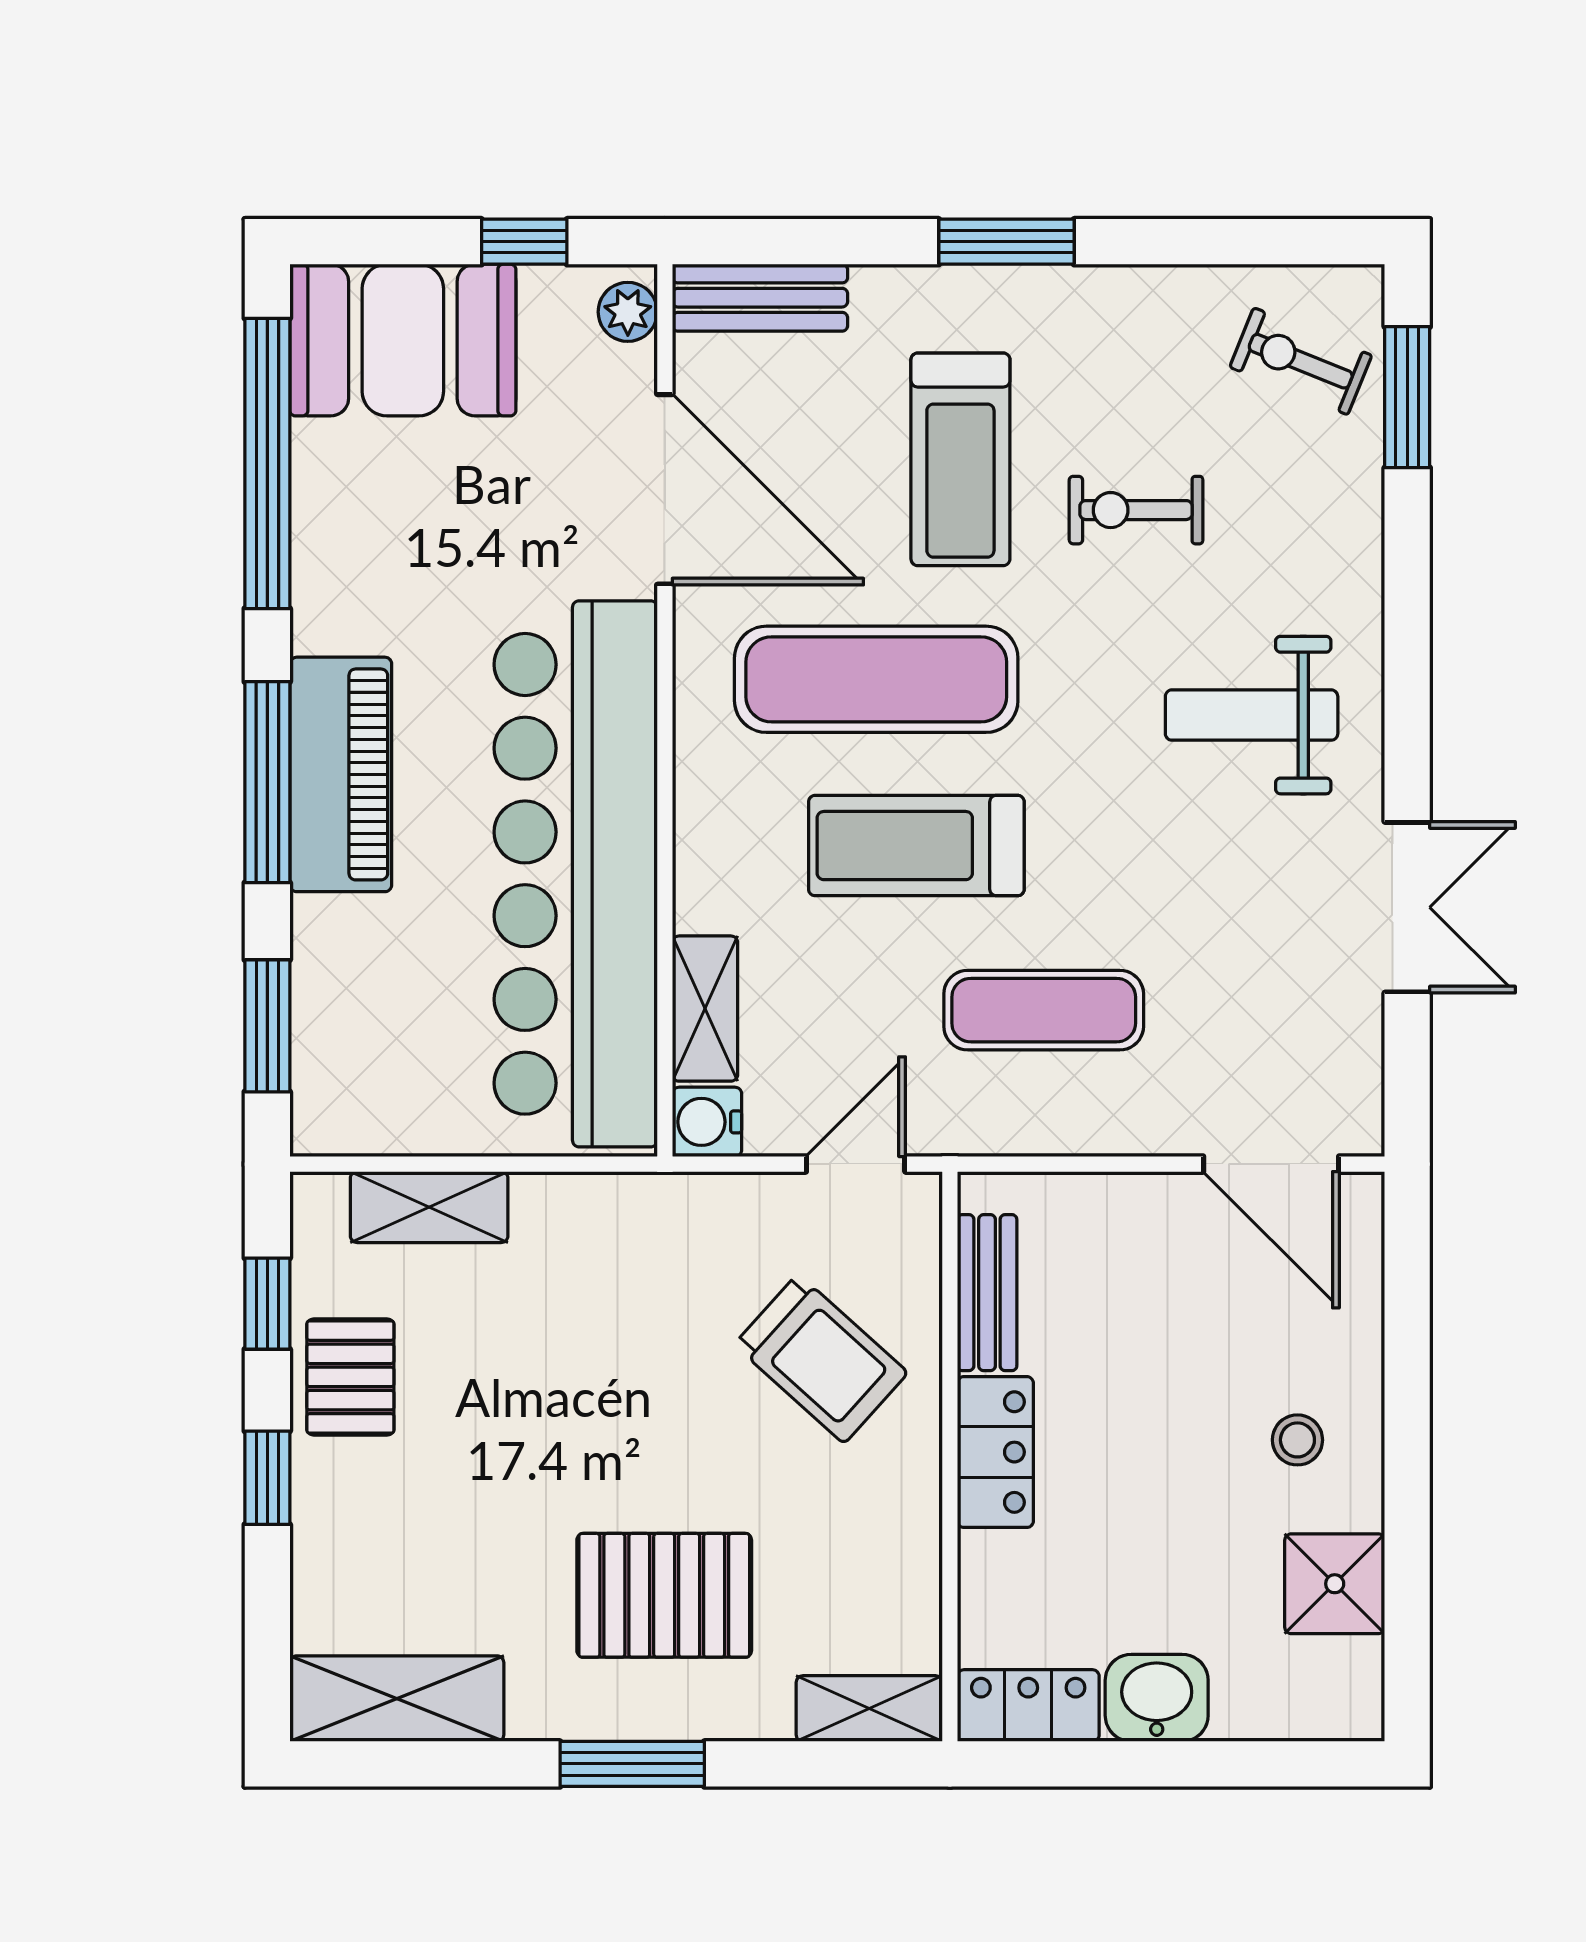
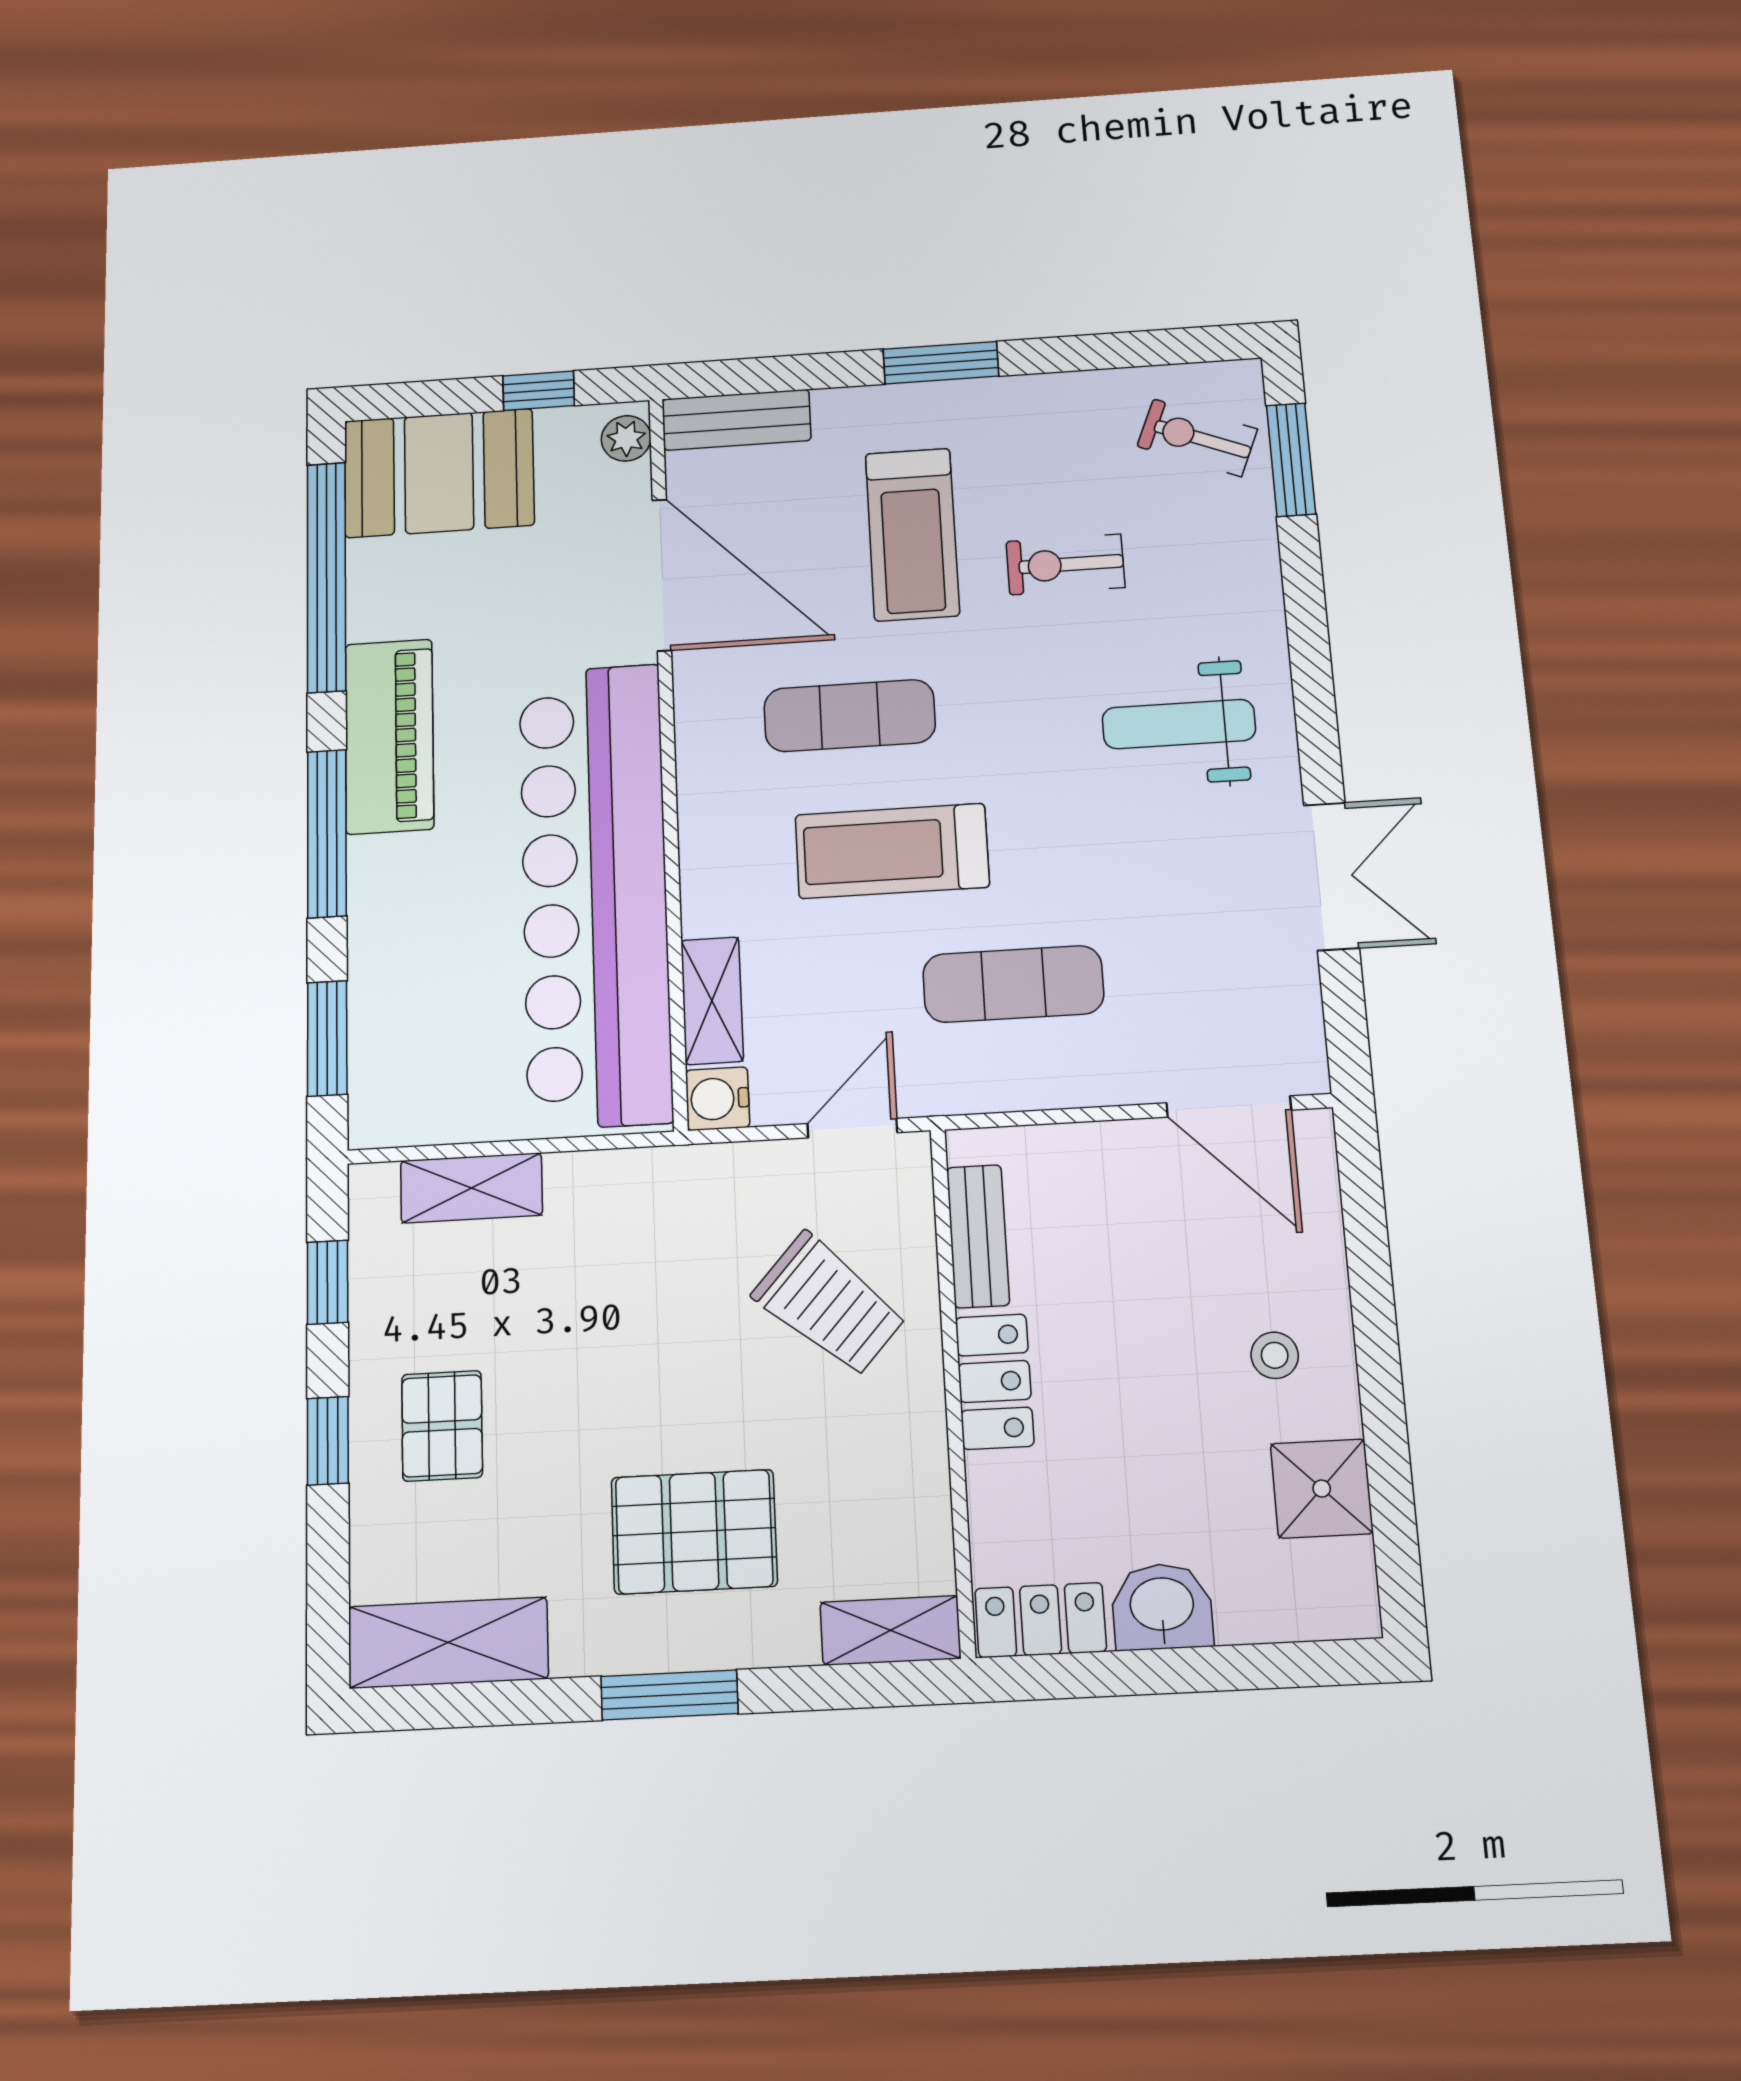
exercise mat: (876, 679) -> (850, 716), width x0.73, depth x0.69
piano: (341, 774) -> (389, 736), moved
pallet: (350, 1377) -> (442, 1426), moved

